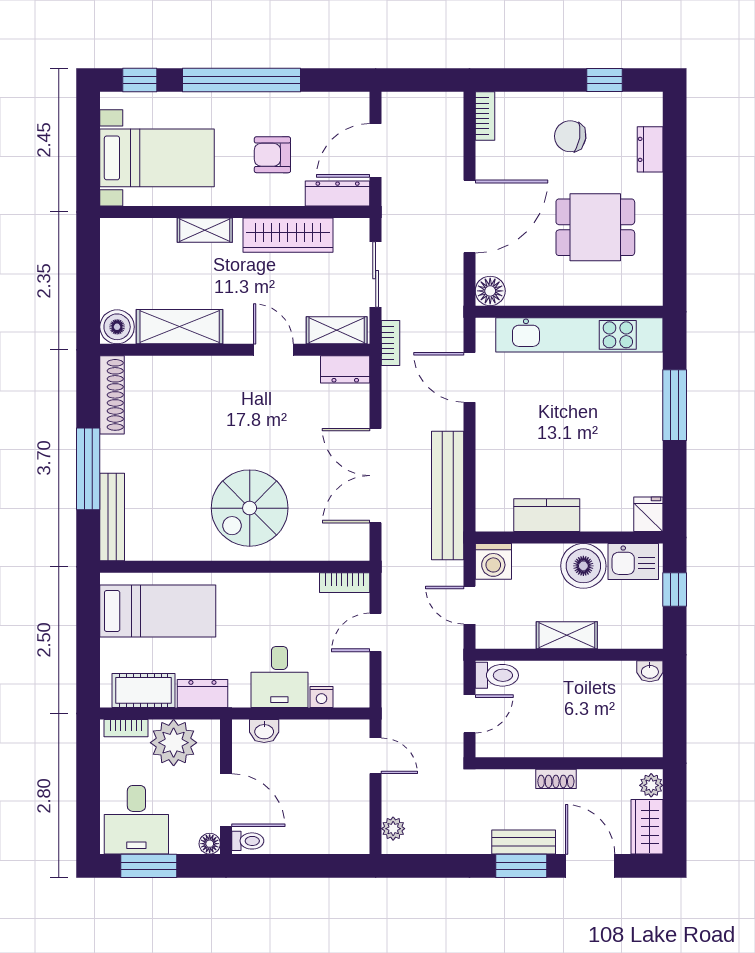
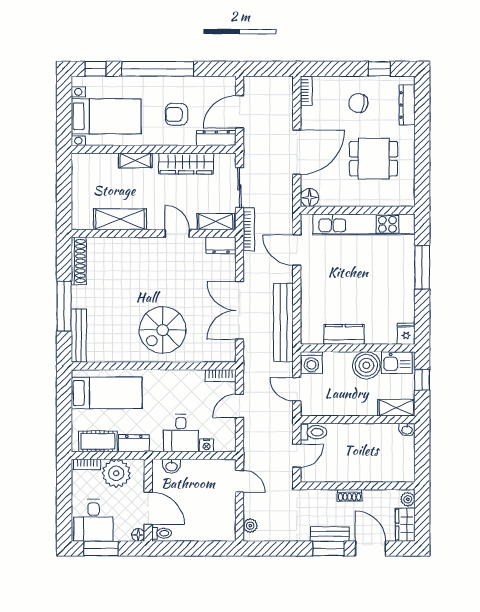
dresser: (650, 149) -> (407, 105), width x1.44
boiler: (117, 327) -> (82, 219), removed
bookcase: (391, 343) -> (249, 229), width x1.56
shelving: (567, 635) -> (396, 408), moved

